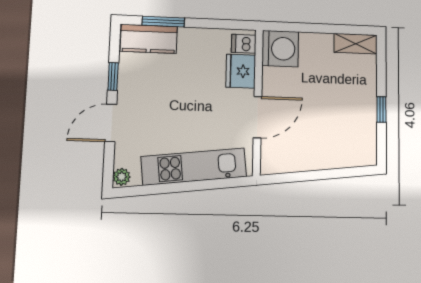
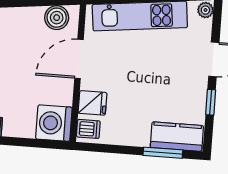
fridge: (241, 71) -> (93, 103), width x0.72
boiler: (284, 160) -> (57, 18), added

